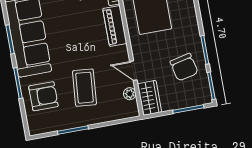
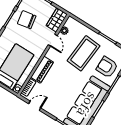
chair: (184, 67) -> (27, 20), turned -87
coffee table: (84, 88) -> (84, 53), width x1.36, depth x1.32

